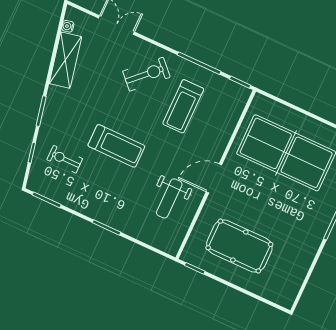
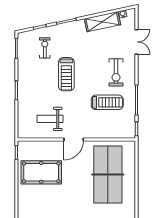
exercise bike: (146, 74) -> (116, 72), turned 44
treadmill: (183, 106) -> (107, 102), turned 180
door: (214, 178) -> (74, 139), swing flipped
pool table: (239, 246) -> (41, 172), turned 90

